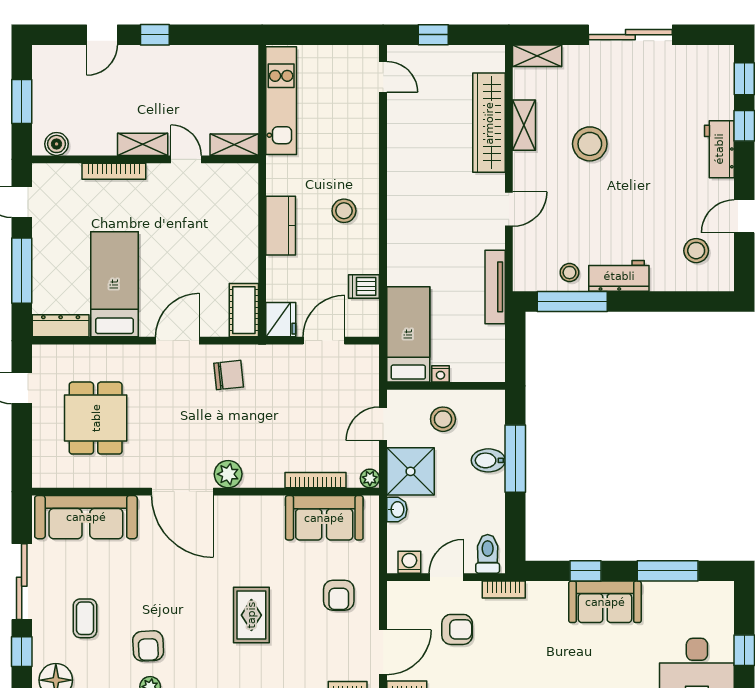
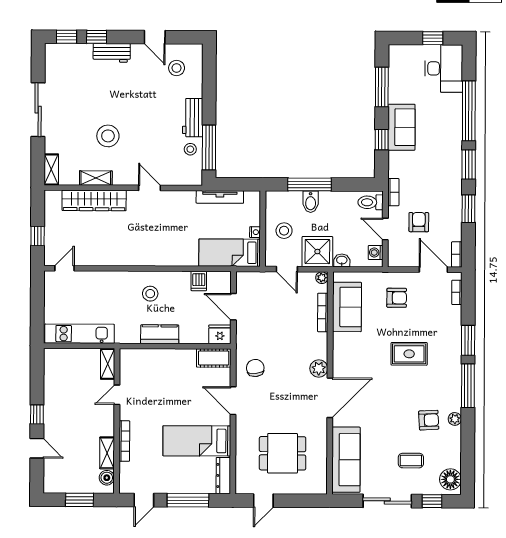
shelving: (143, 144) -> (107, 453), moved
tv unit: (495, 287) -> (220, 197), moved

